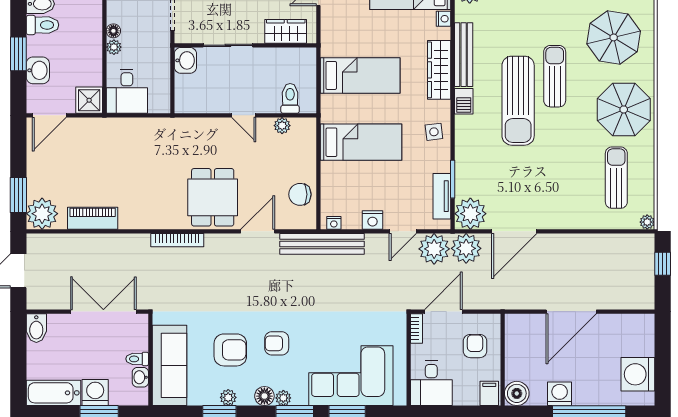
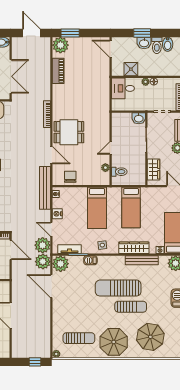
washbasin: (38, 70) -> (144, 43), moved
shower: (89, 100) -> (131, 69), moved
barbecue: (464, 101) -> (90, 260), moved

